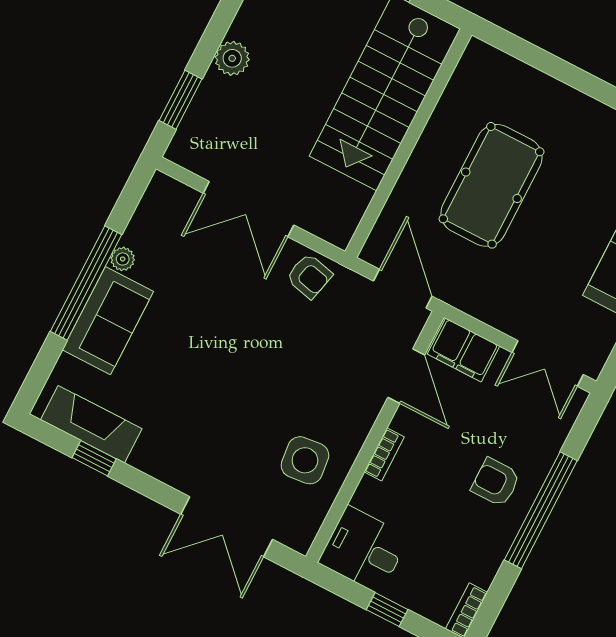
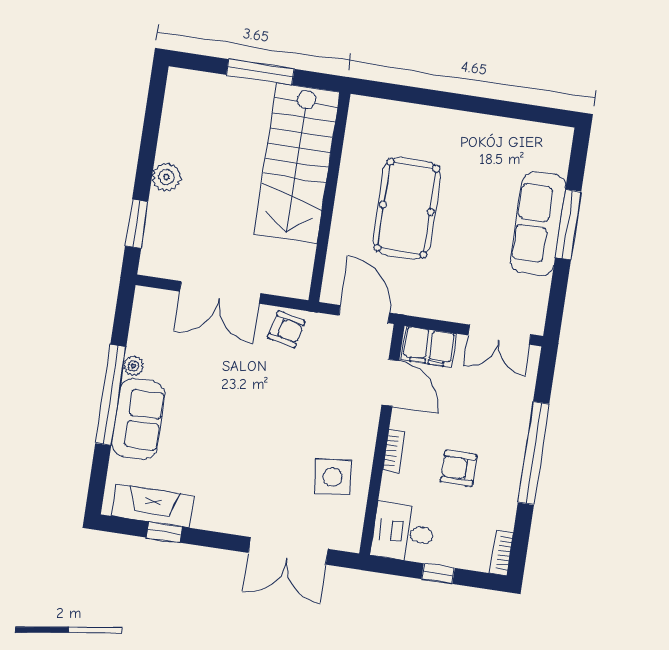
armchair: (496, 482) -> (459, 468), moved

